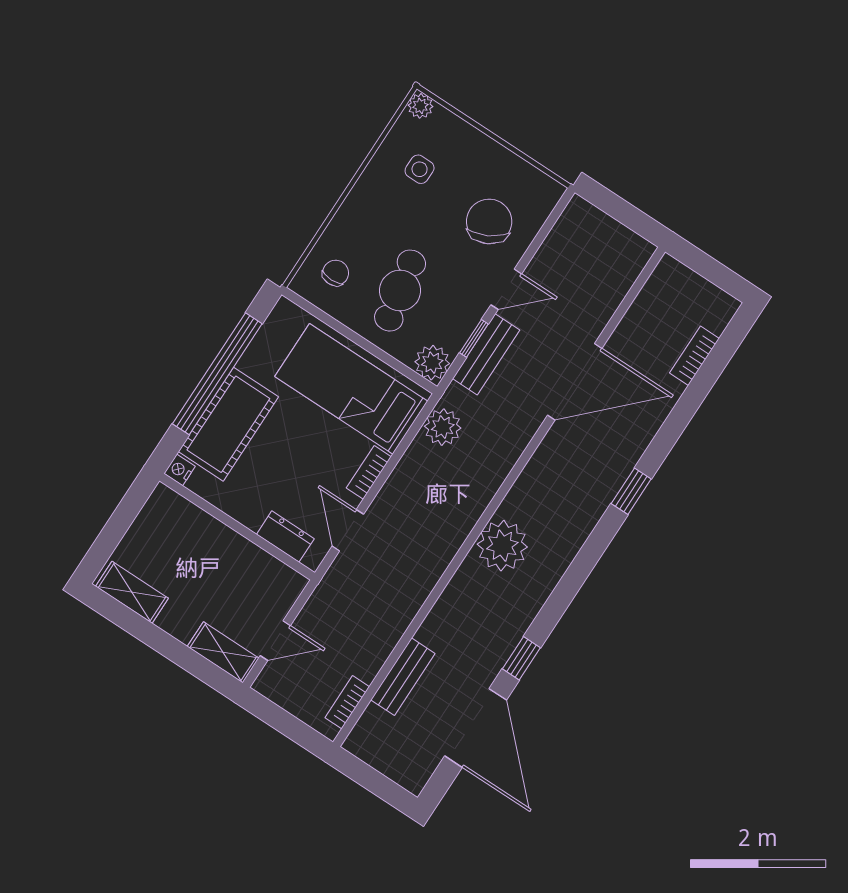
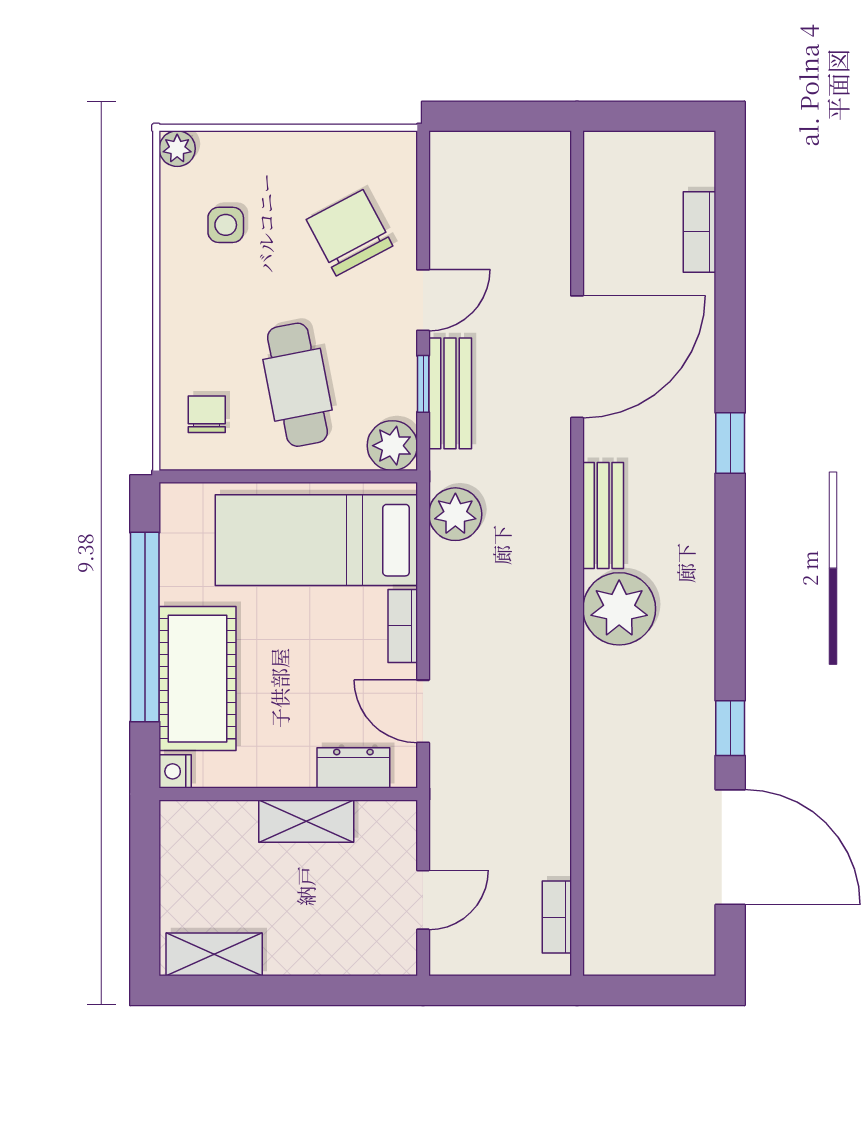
shelving: (223, 652) -> (306, 821), moved
bench: (403, 677) -> (603, 516), moved

